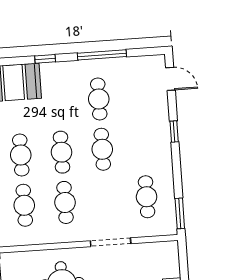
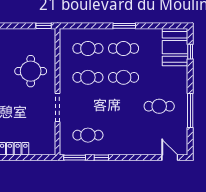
window: (45, 59) -> (190, 52), moved
door: (170, 79) -> (170, 158), swing flipped
window: (174, 132) -> (101, 158), moved
cafe table: (102, 149) -> (124, 106), removed

